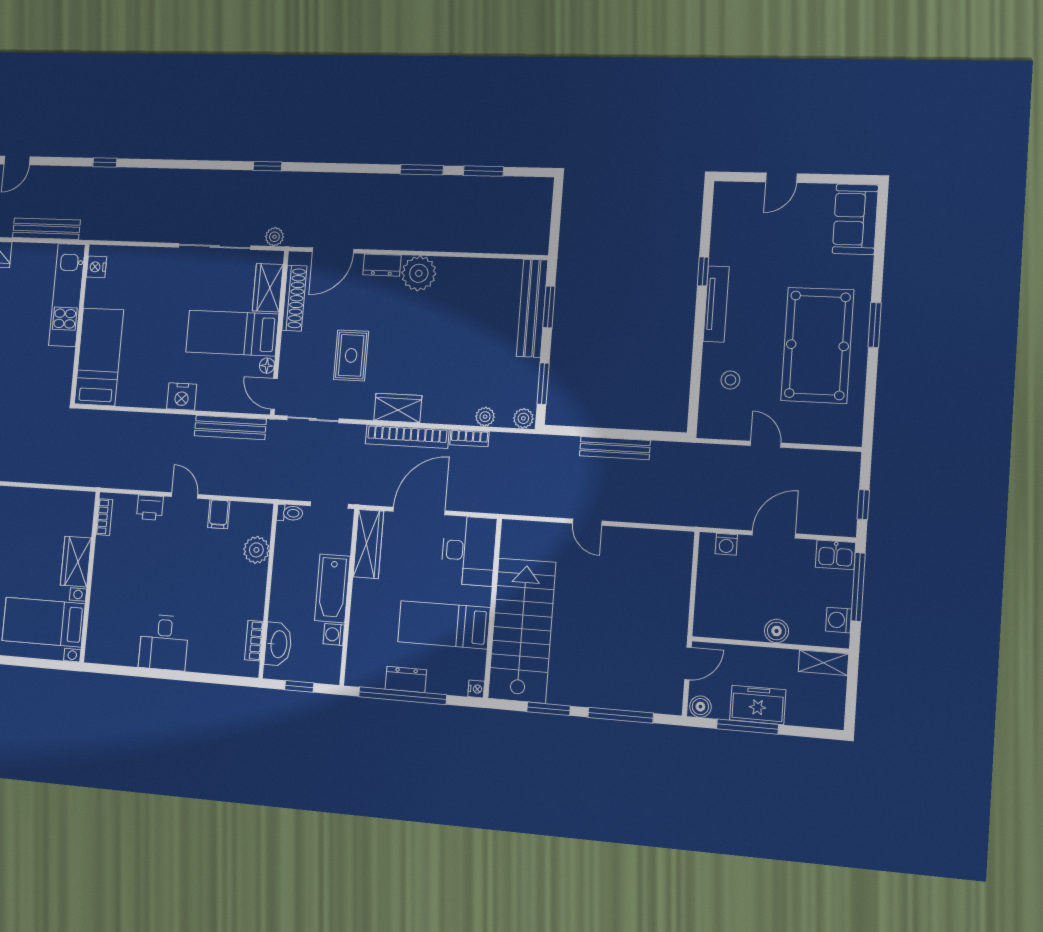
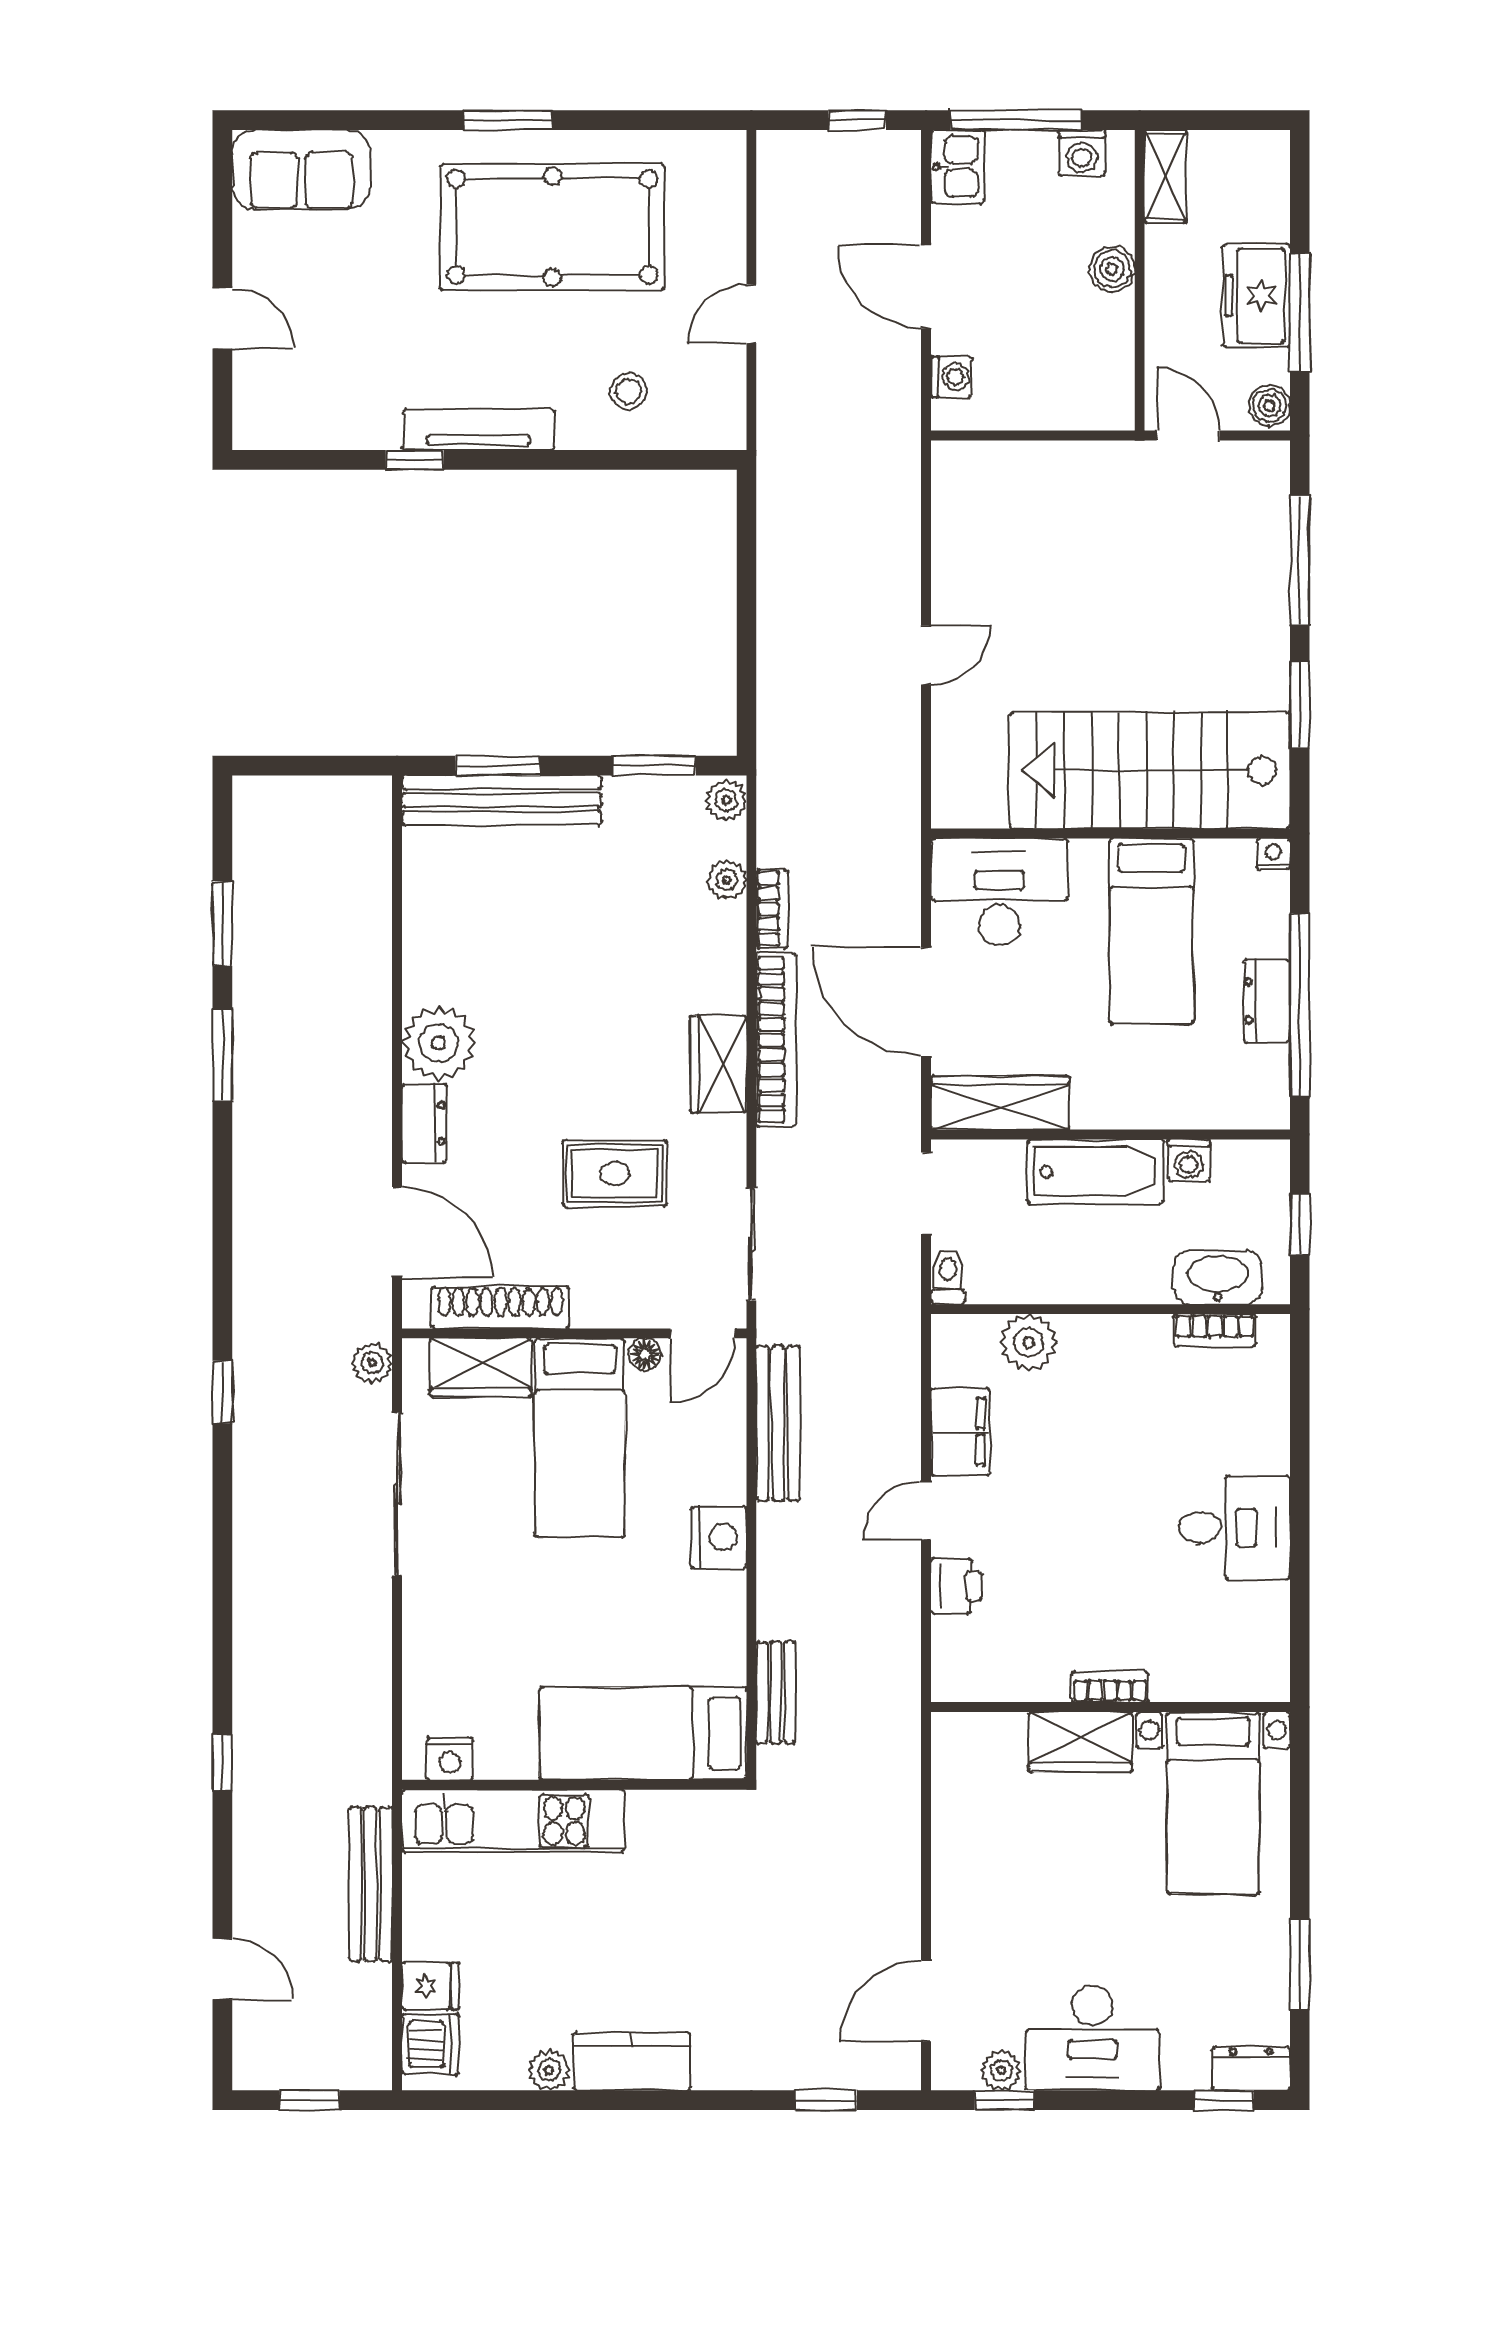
bench: (615, 448) -> (776, 1692), moved, width x0.73
filing cabinet: (219, 514) -> (960, 1432), width x2.00
bookcase: (104, 517) -> (1110, 1687), moved

